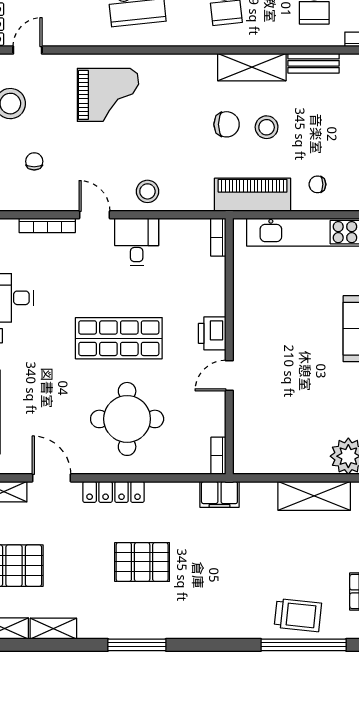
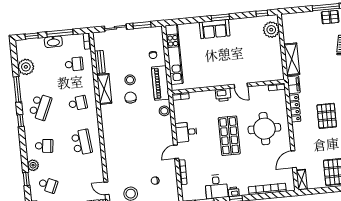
grand piano: (108, 95) -> (123, 151), removed
stool: (147, 191) -> (164, 111), moved
locker: (114, 492) -> (295, 108), moved
shelving: (314, 496) -> (292, 59), moved

